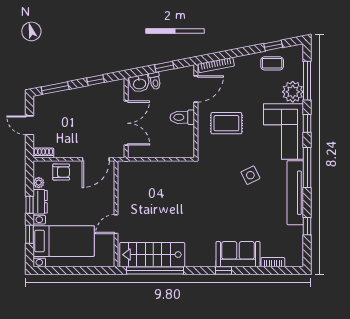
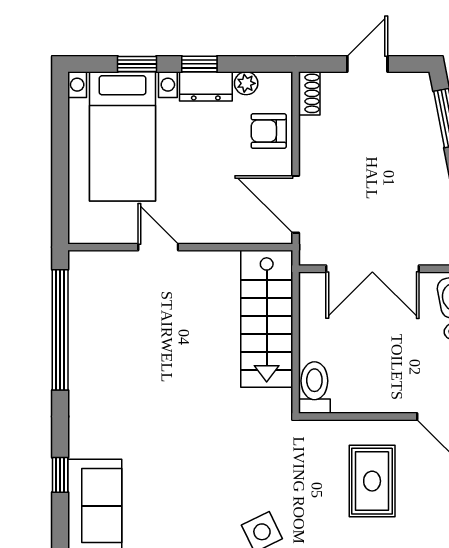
toilet: (182, 117) -> (314, 387), moved
armchair: (61, 172) -> (269, 131), turned 90
stairs: (152, 255) -> (267, 319), moved, turned 180

